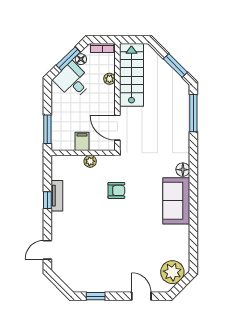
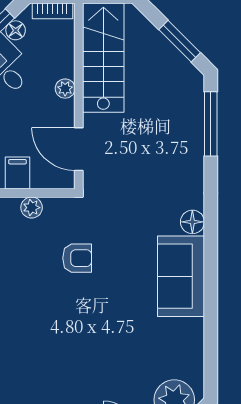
plant: (109, 79) -> (65, 89), moved

